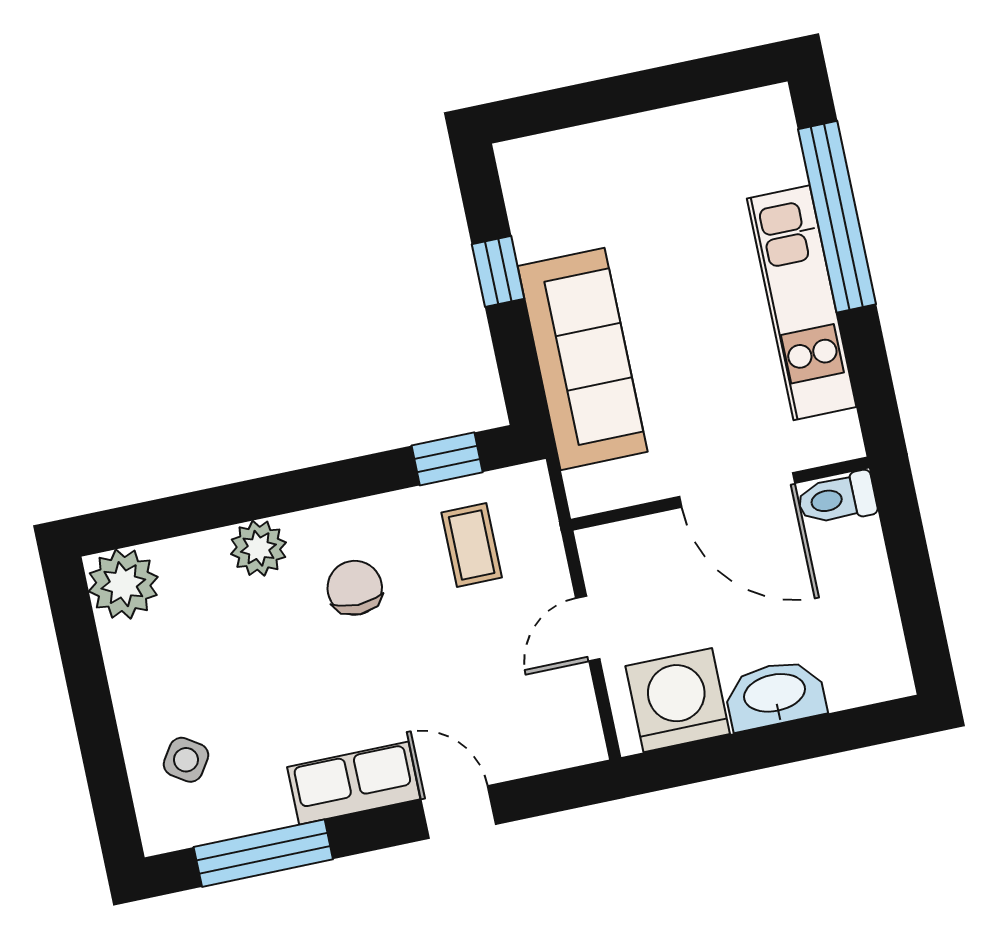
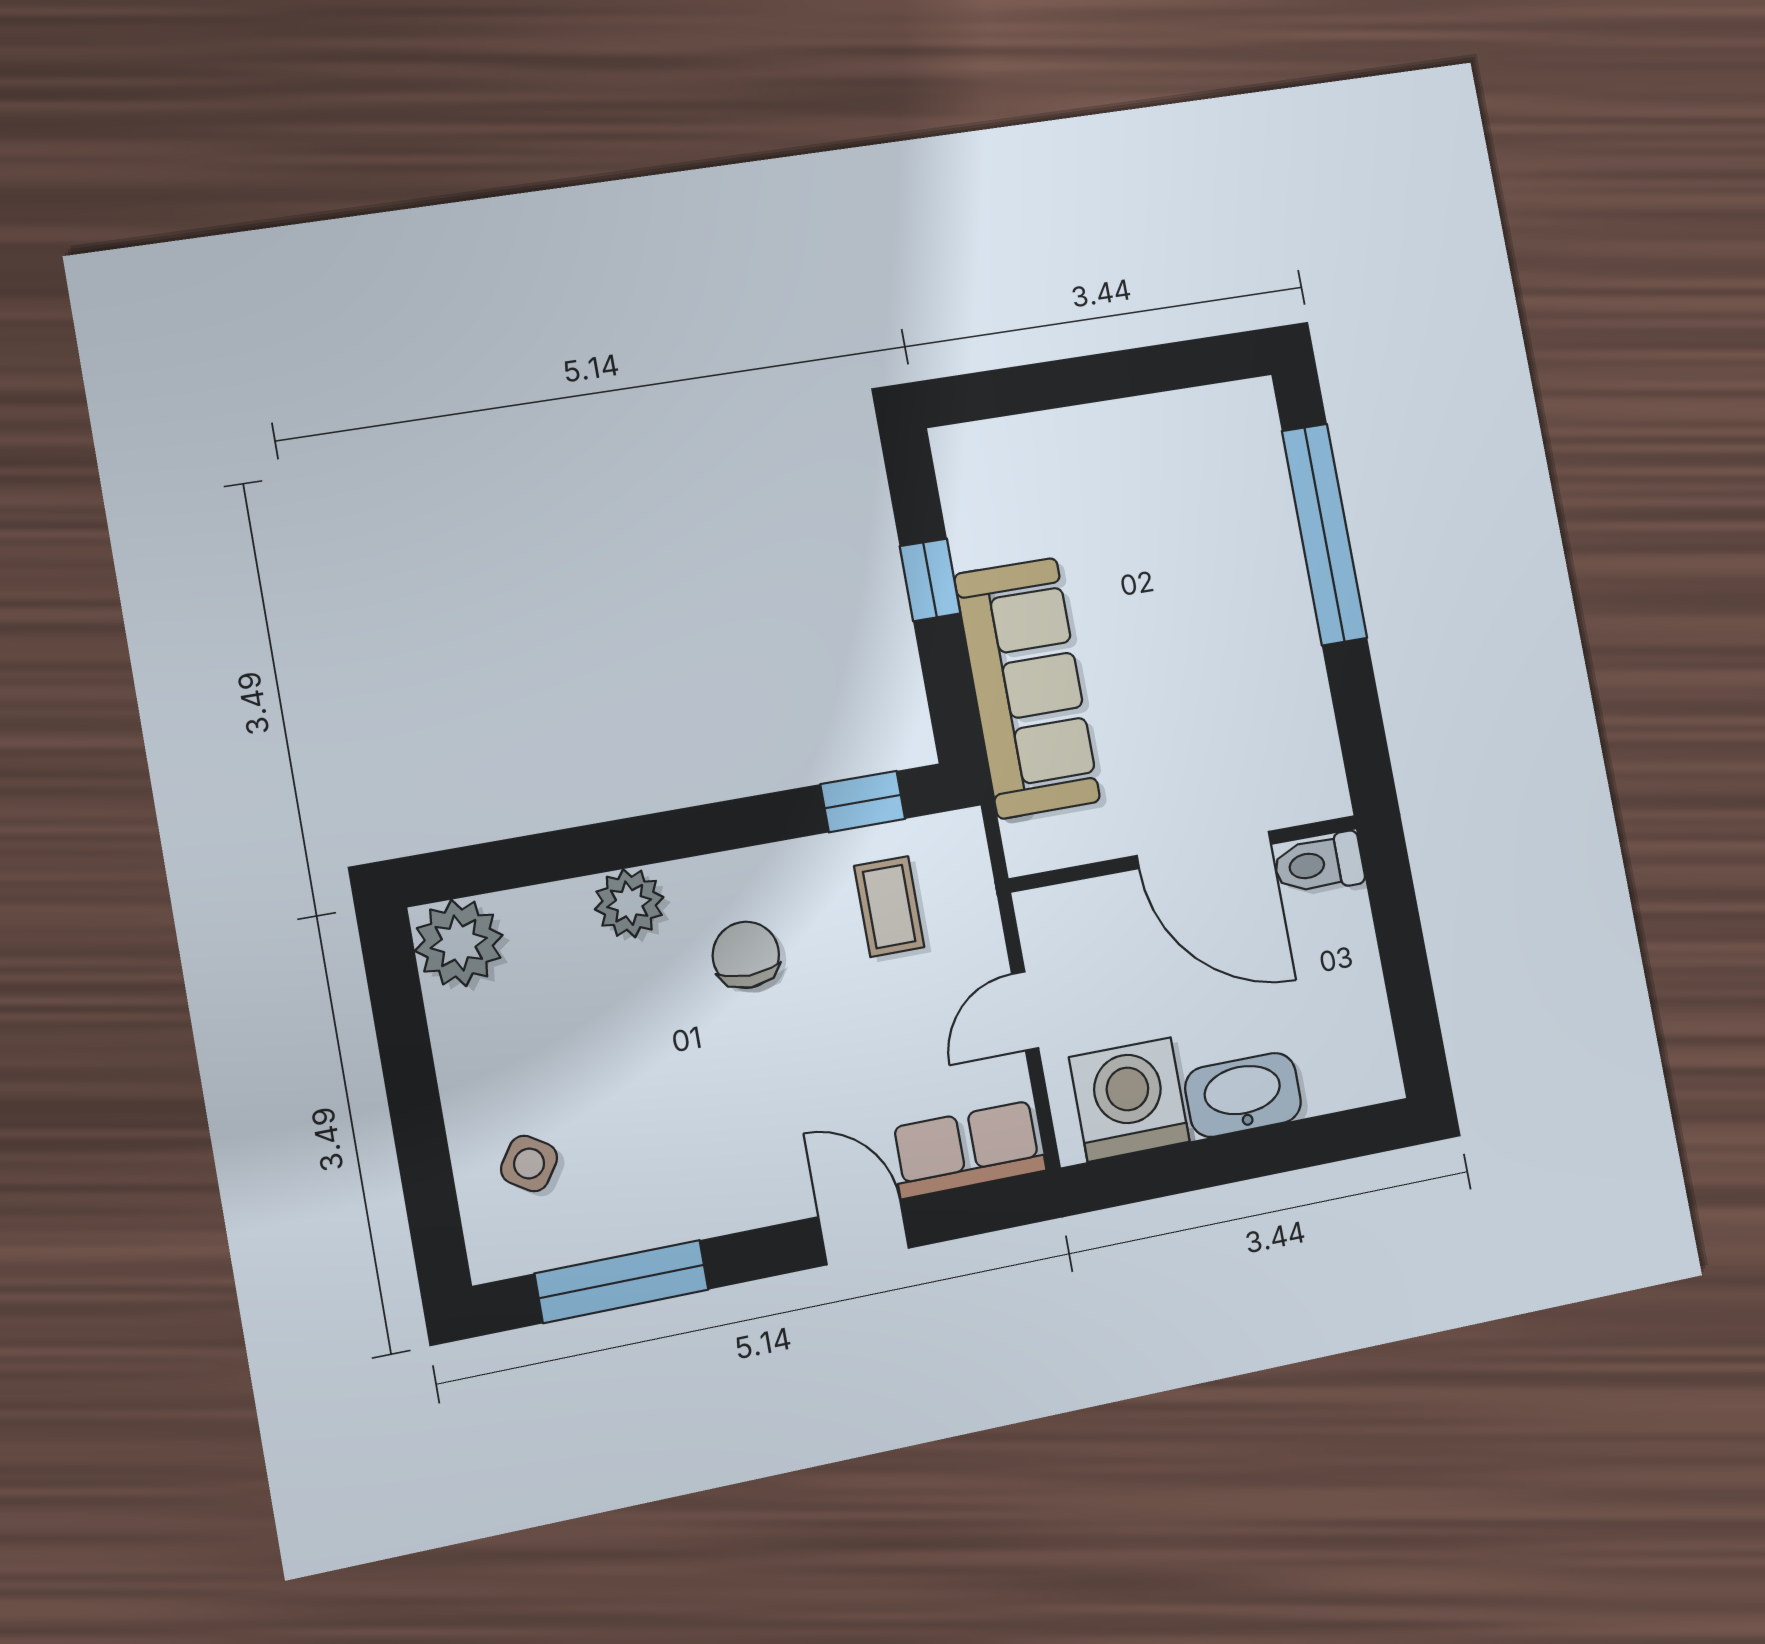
kitchen unit: (802, 303) -> (1283, 632), removed
row of seats: (354, 783) -> (968, 1149), moved

